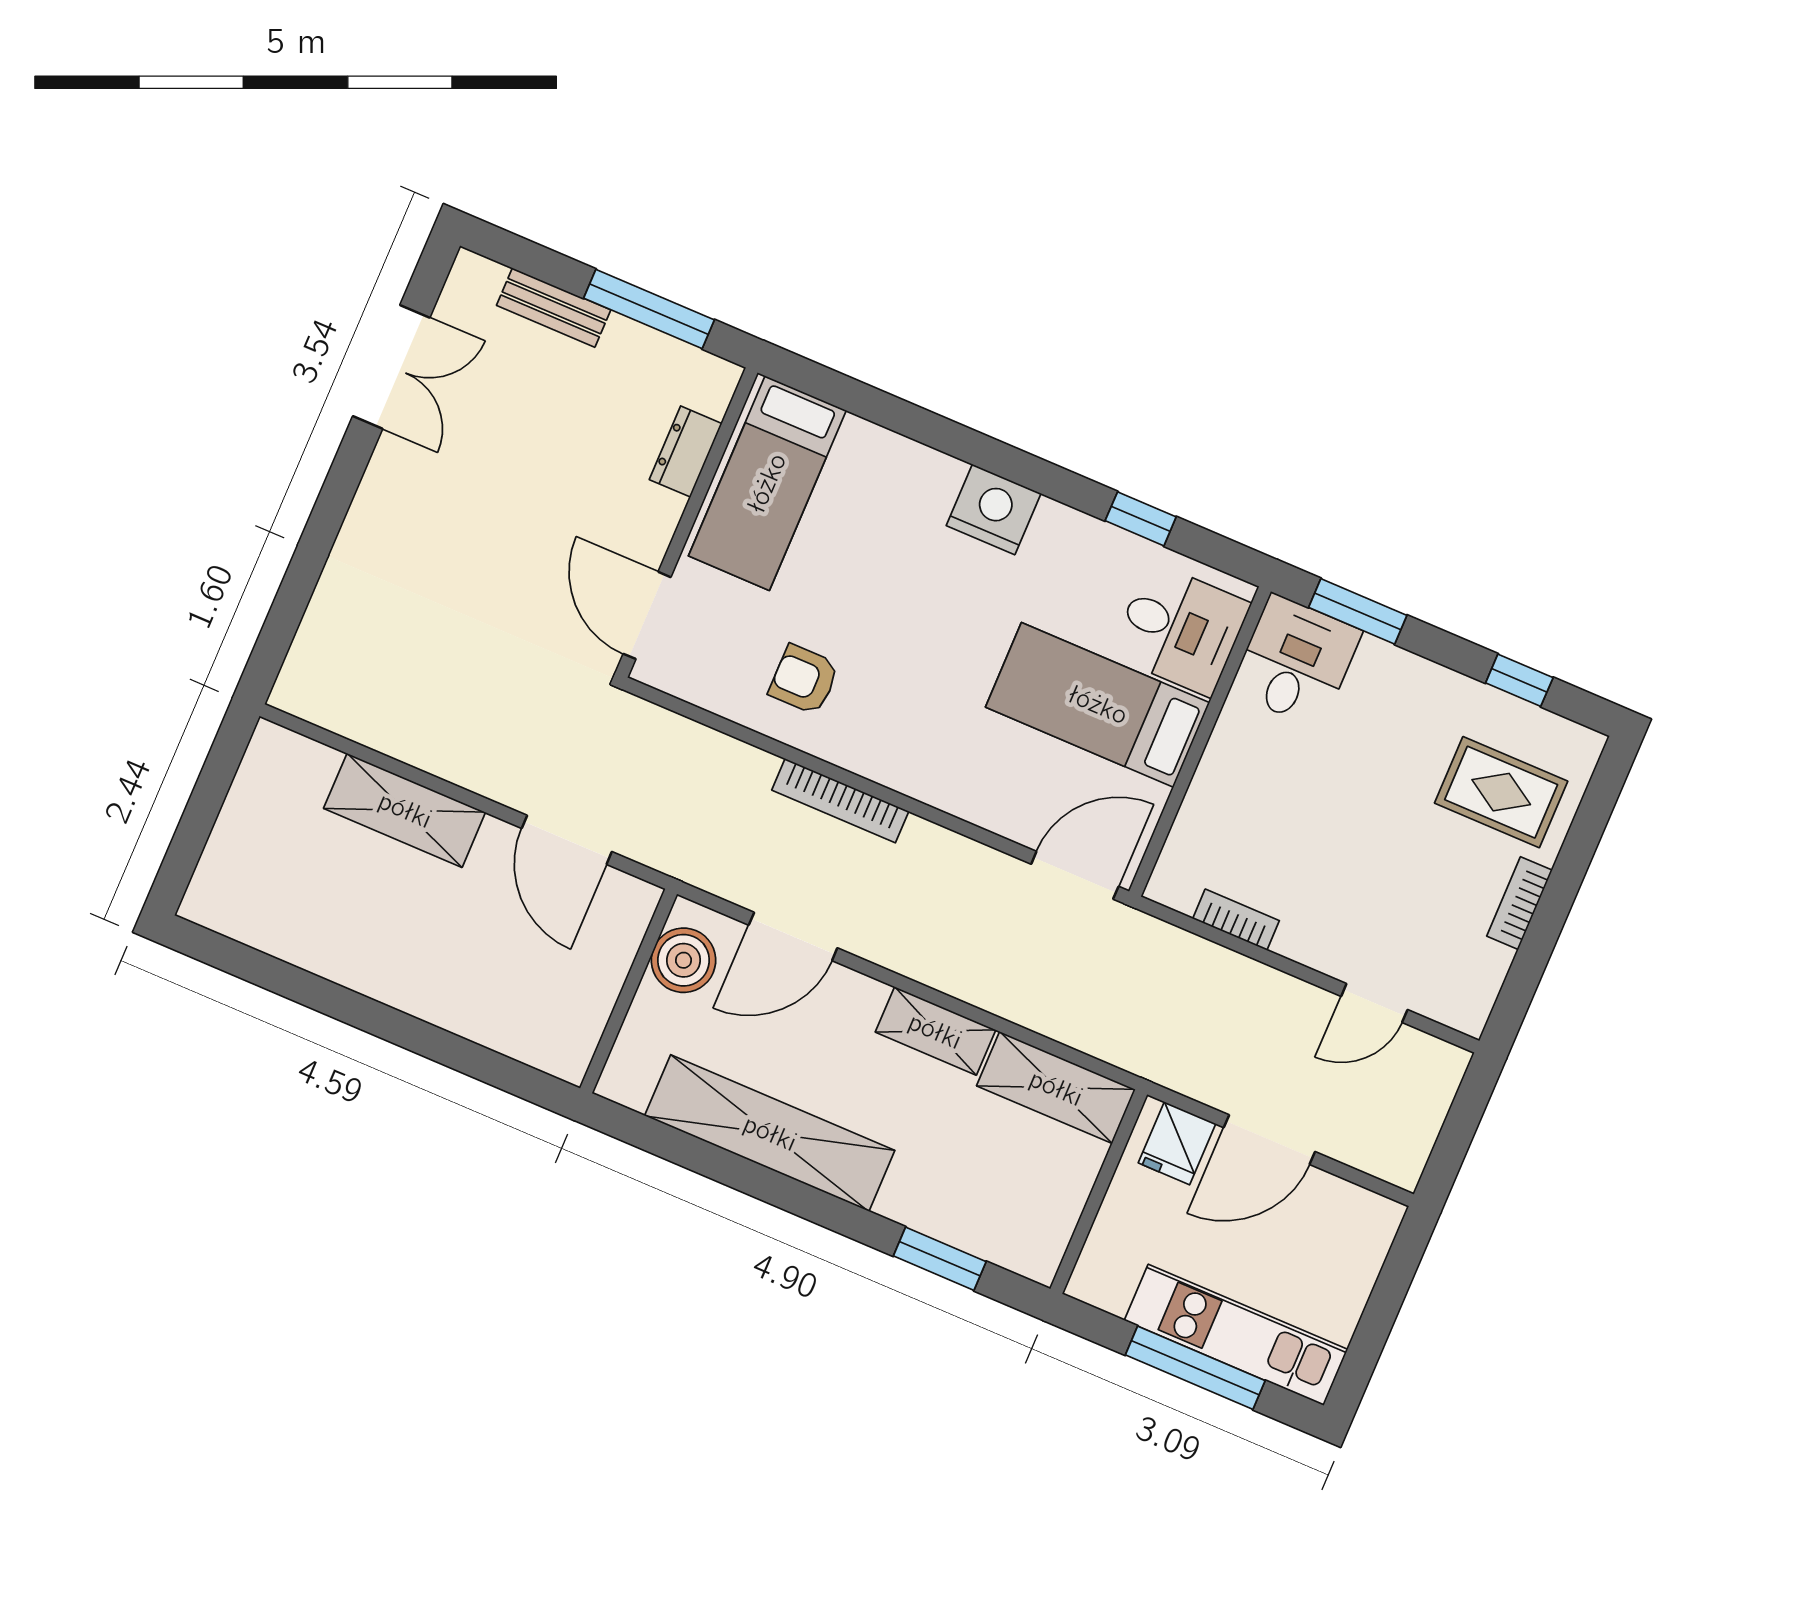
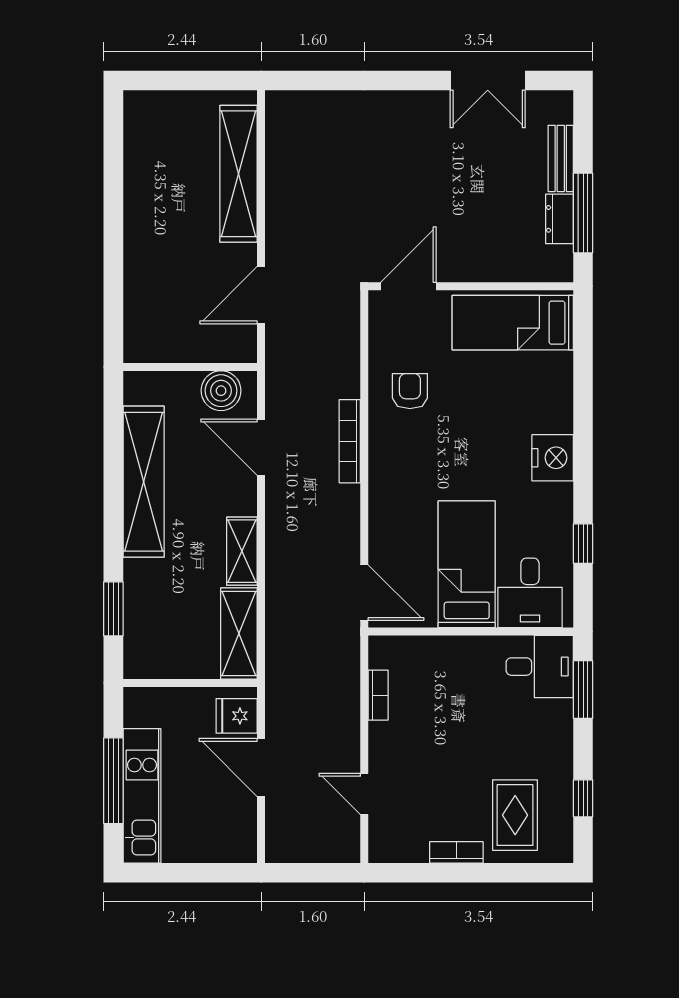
dresser: (686, 452) -> (559, 219), moved, turned -90
shelving: (405, 810) -> (239, 174), width x1.47

